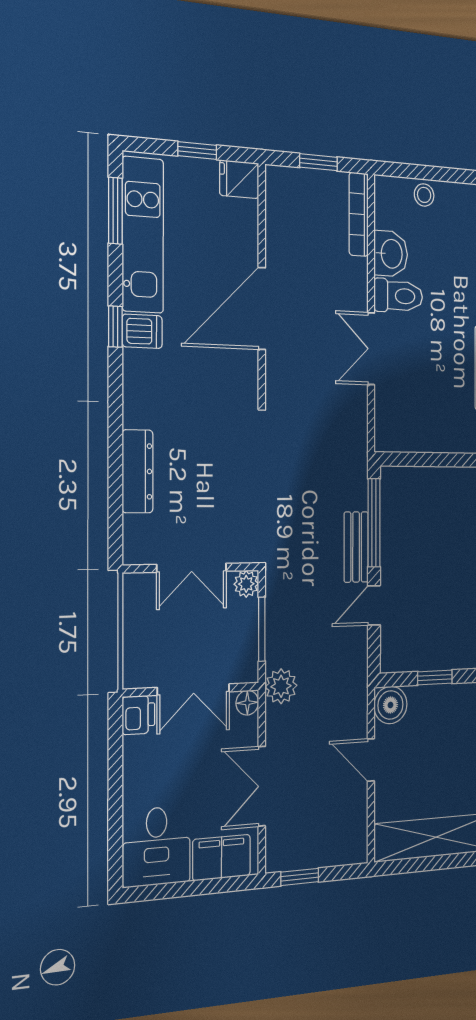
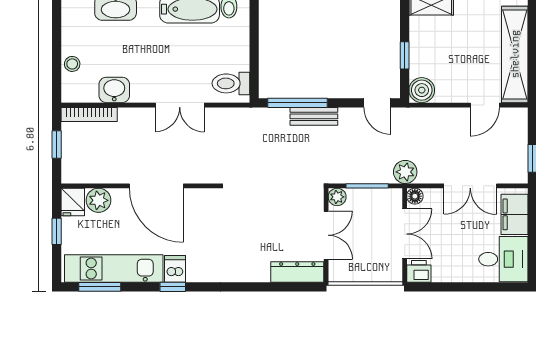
plant: (242, 219) -> (98, 200), added
toilet: (398, 296) -> (231, 83), moved, turned -90
dresser: (137, 471) -> (297, 272), moved
door: (374, 605) -> (377, 103), moved
door: (371, 760) -> (485, 105), moved

